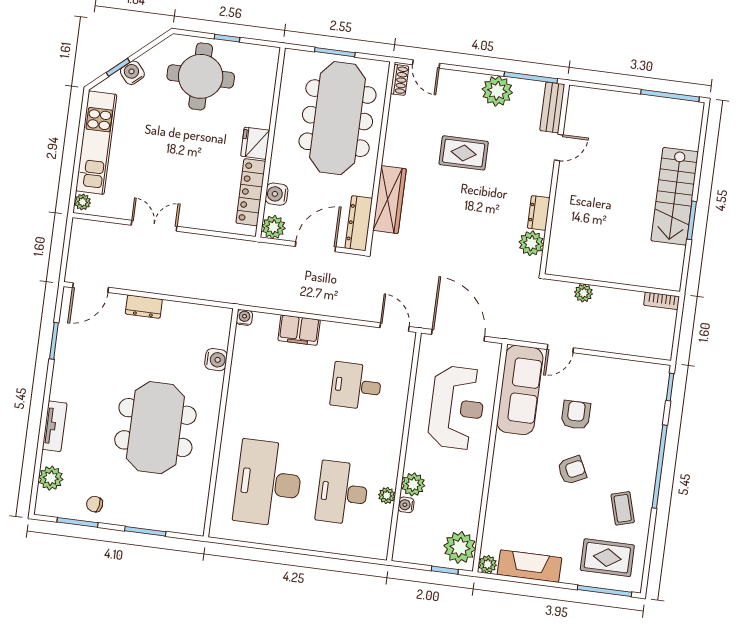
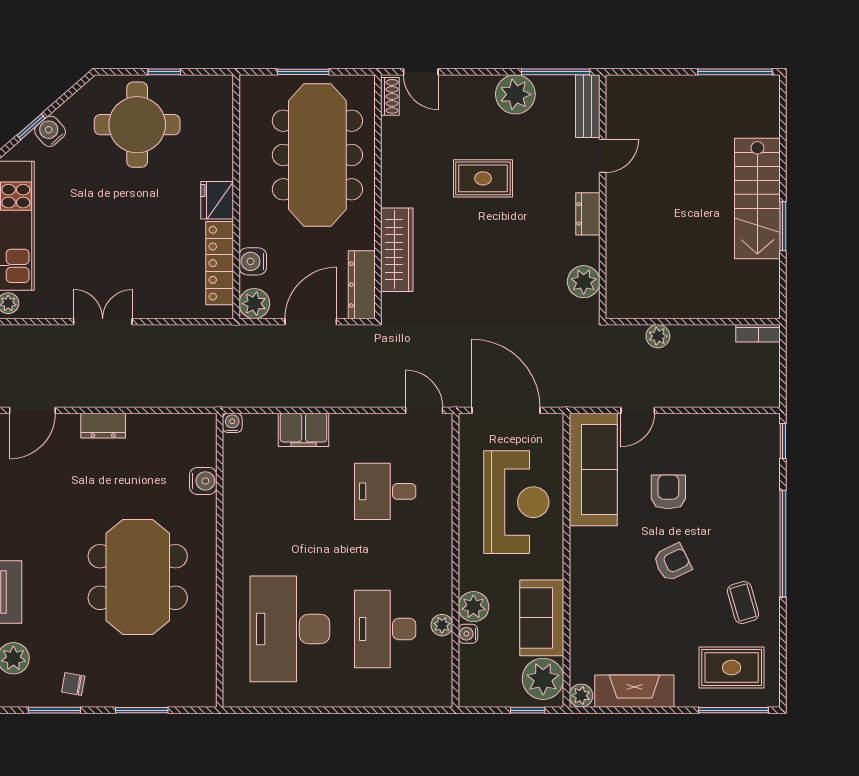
dresser: (539, 213) -> (588, 214), moved
sofa: (465, 500) -> (542, 618), added

